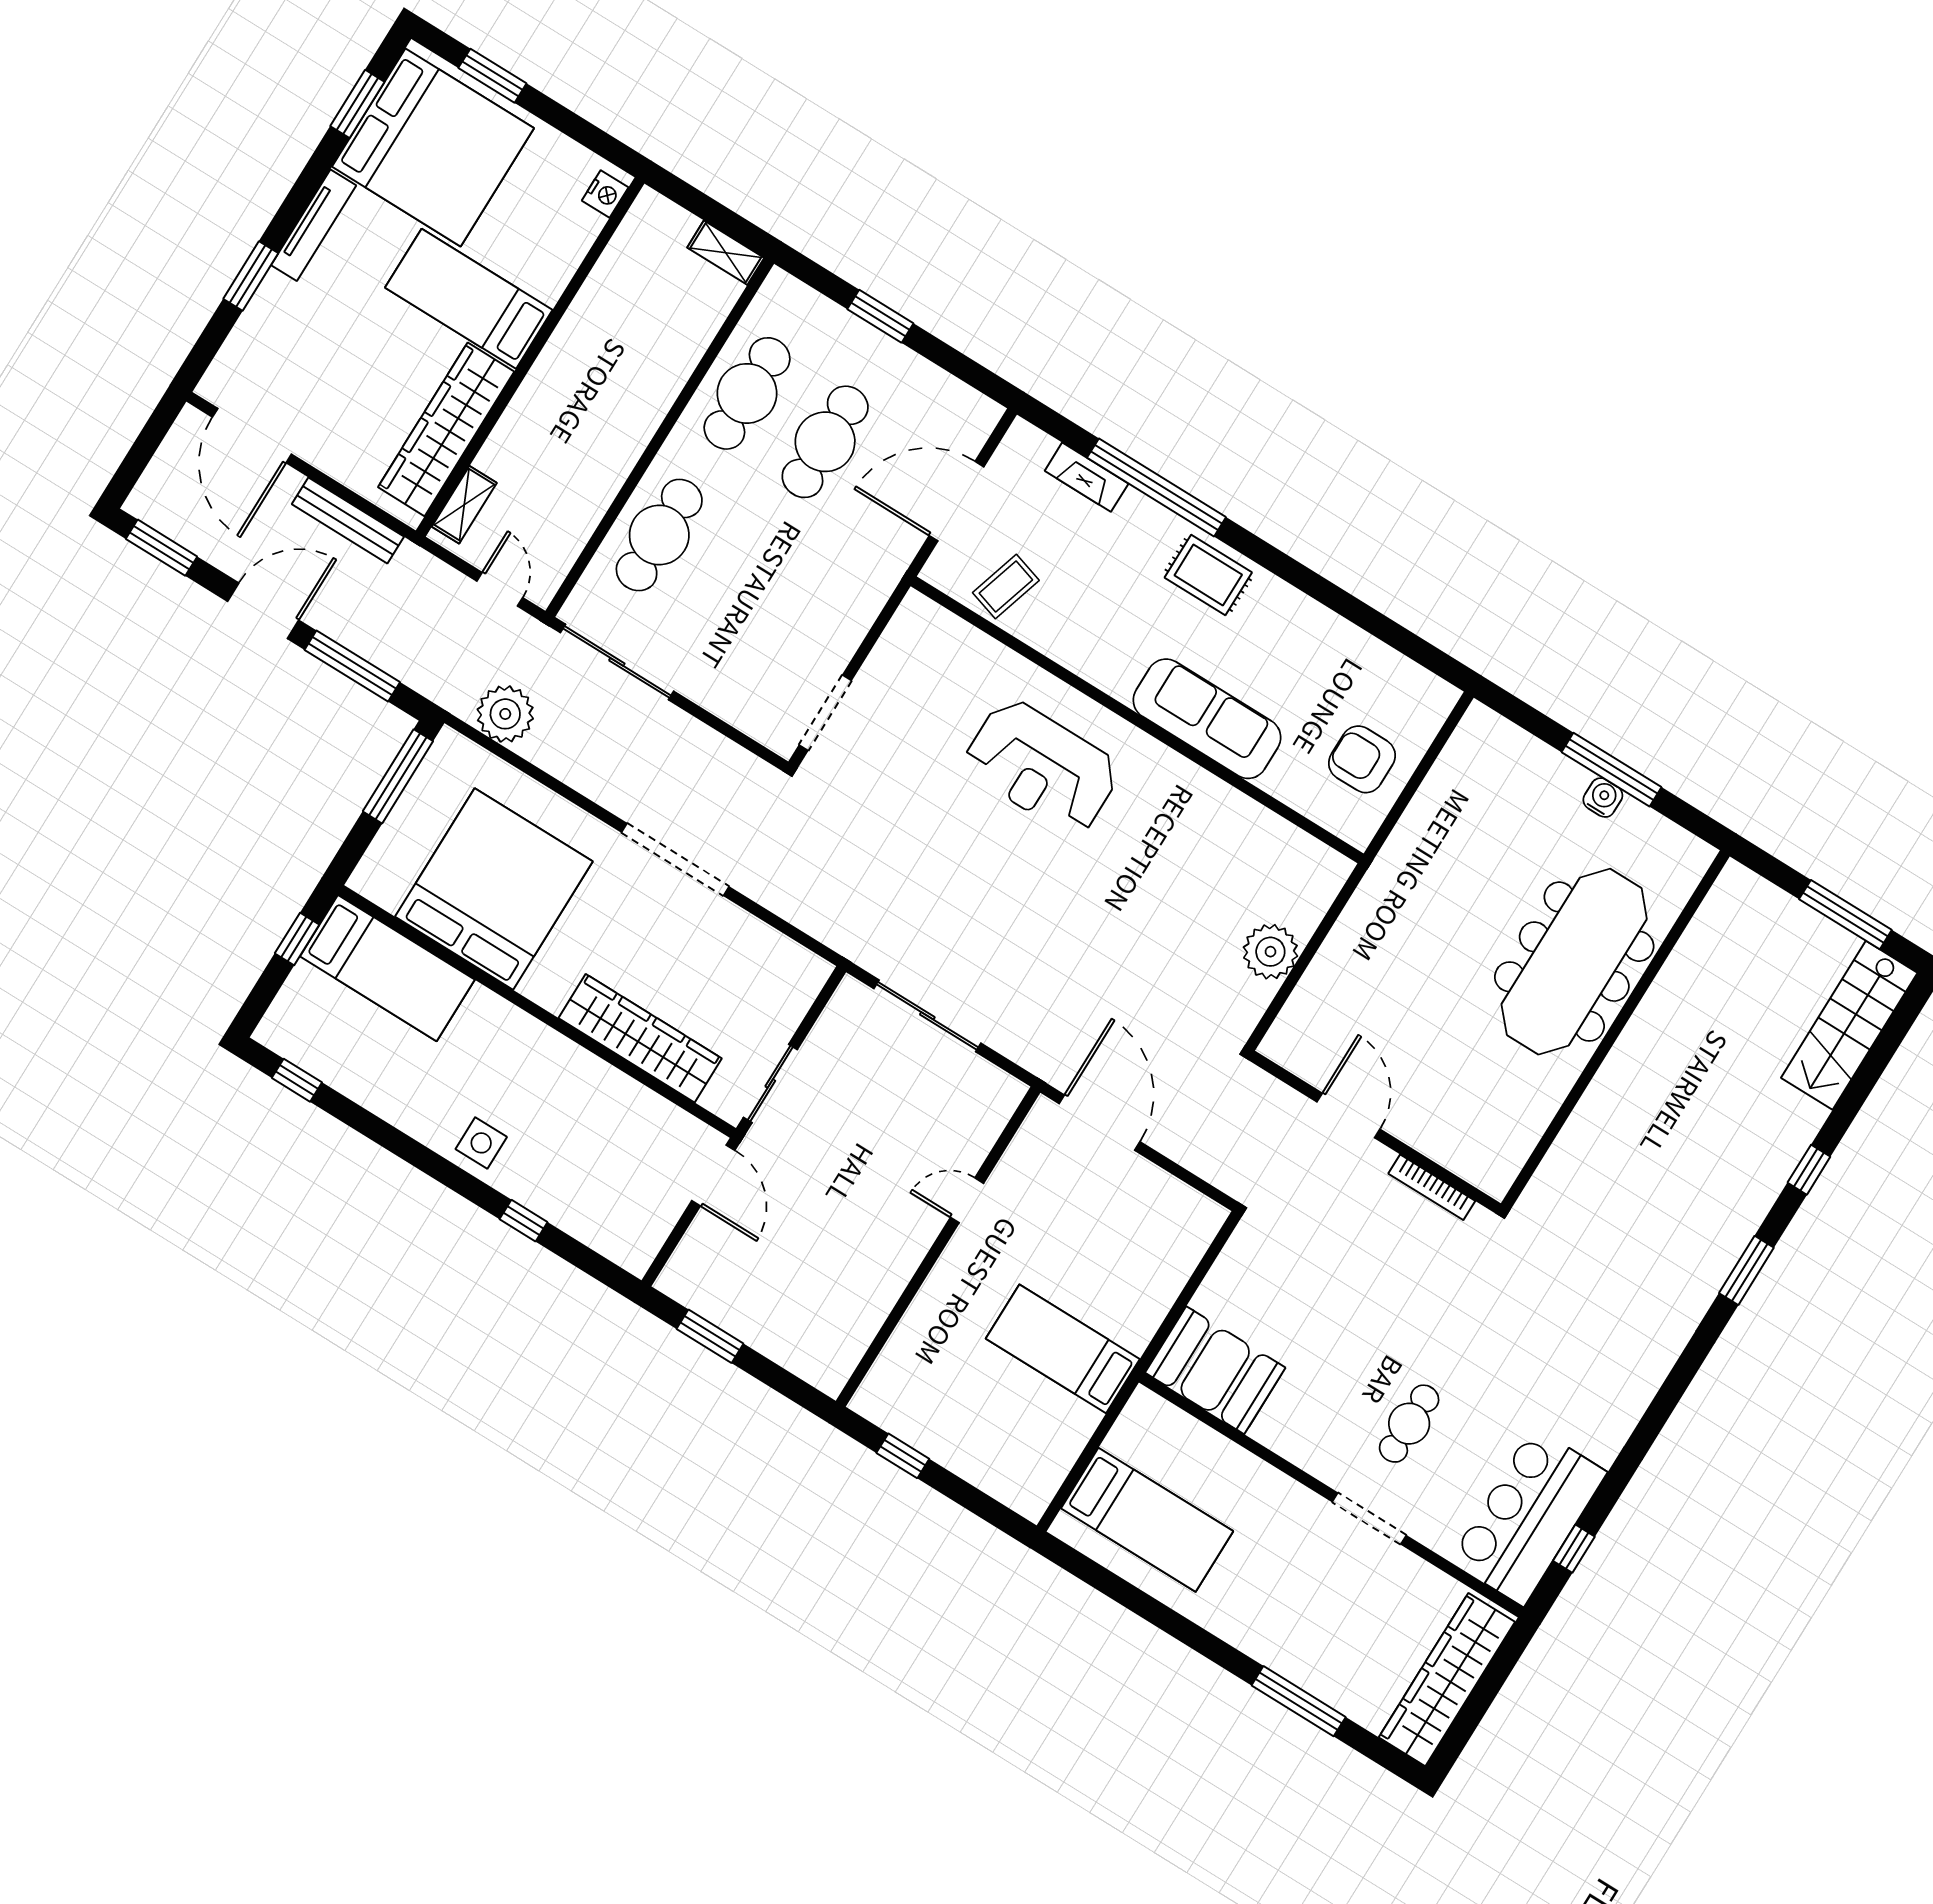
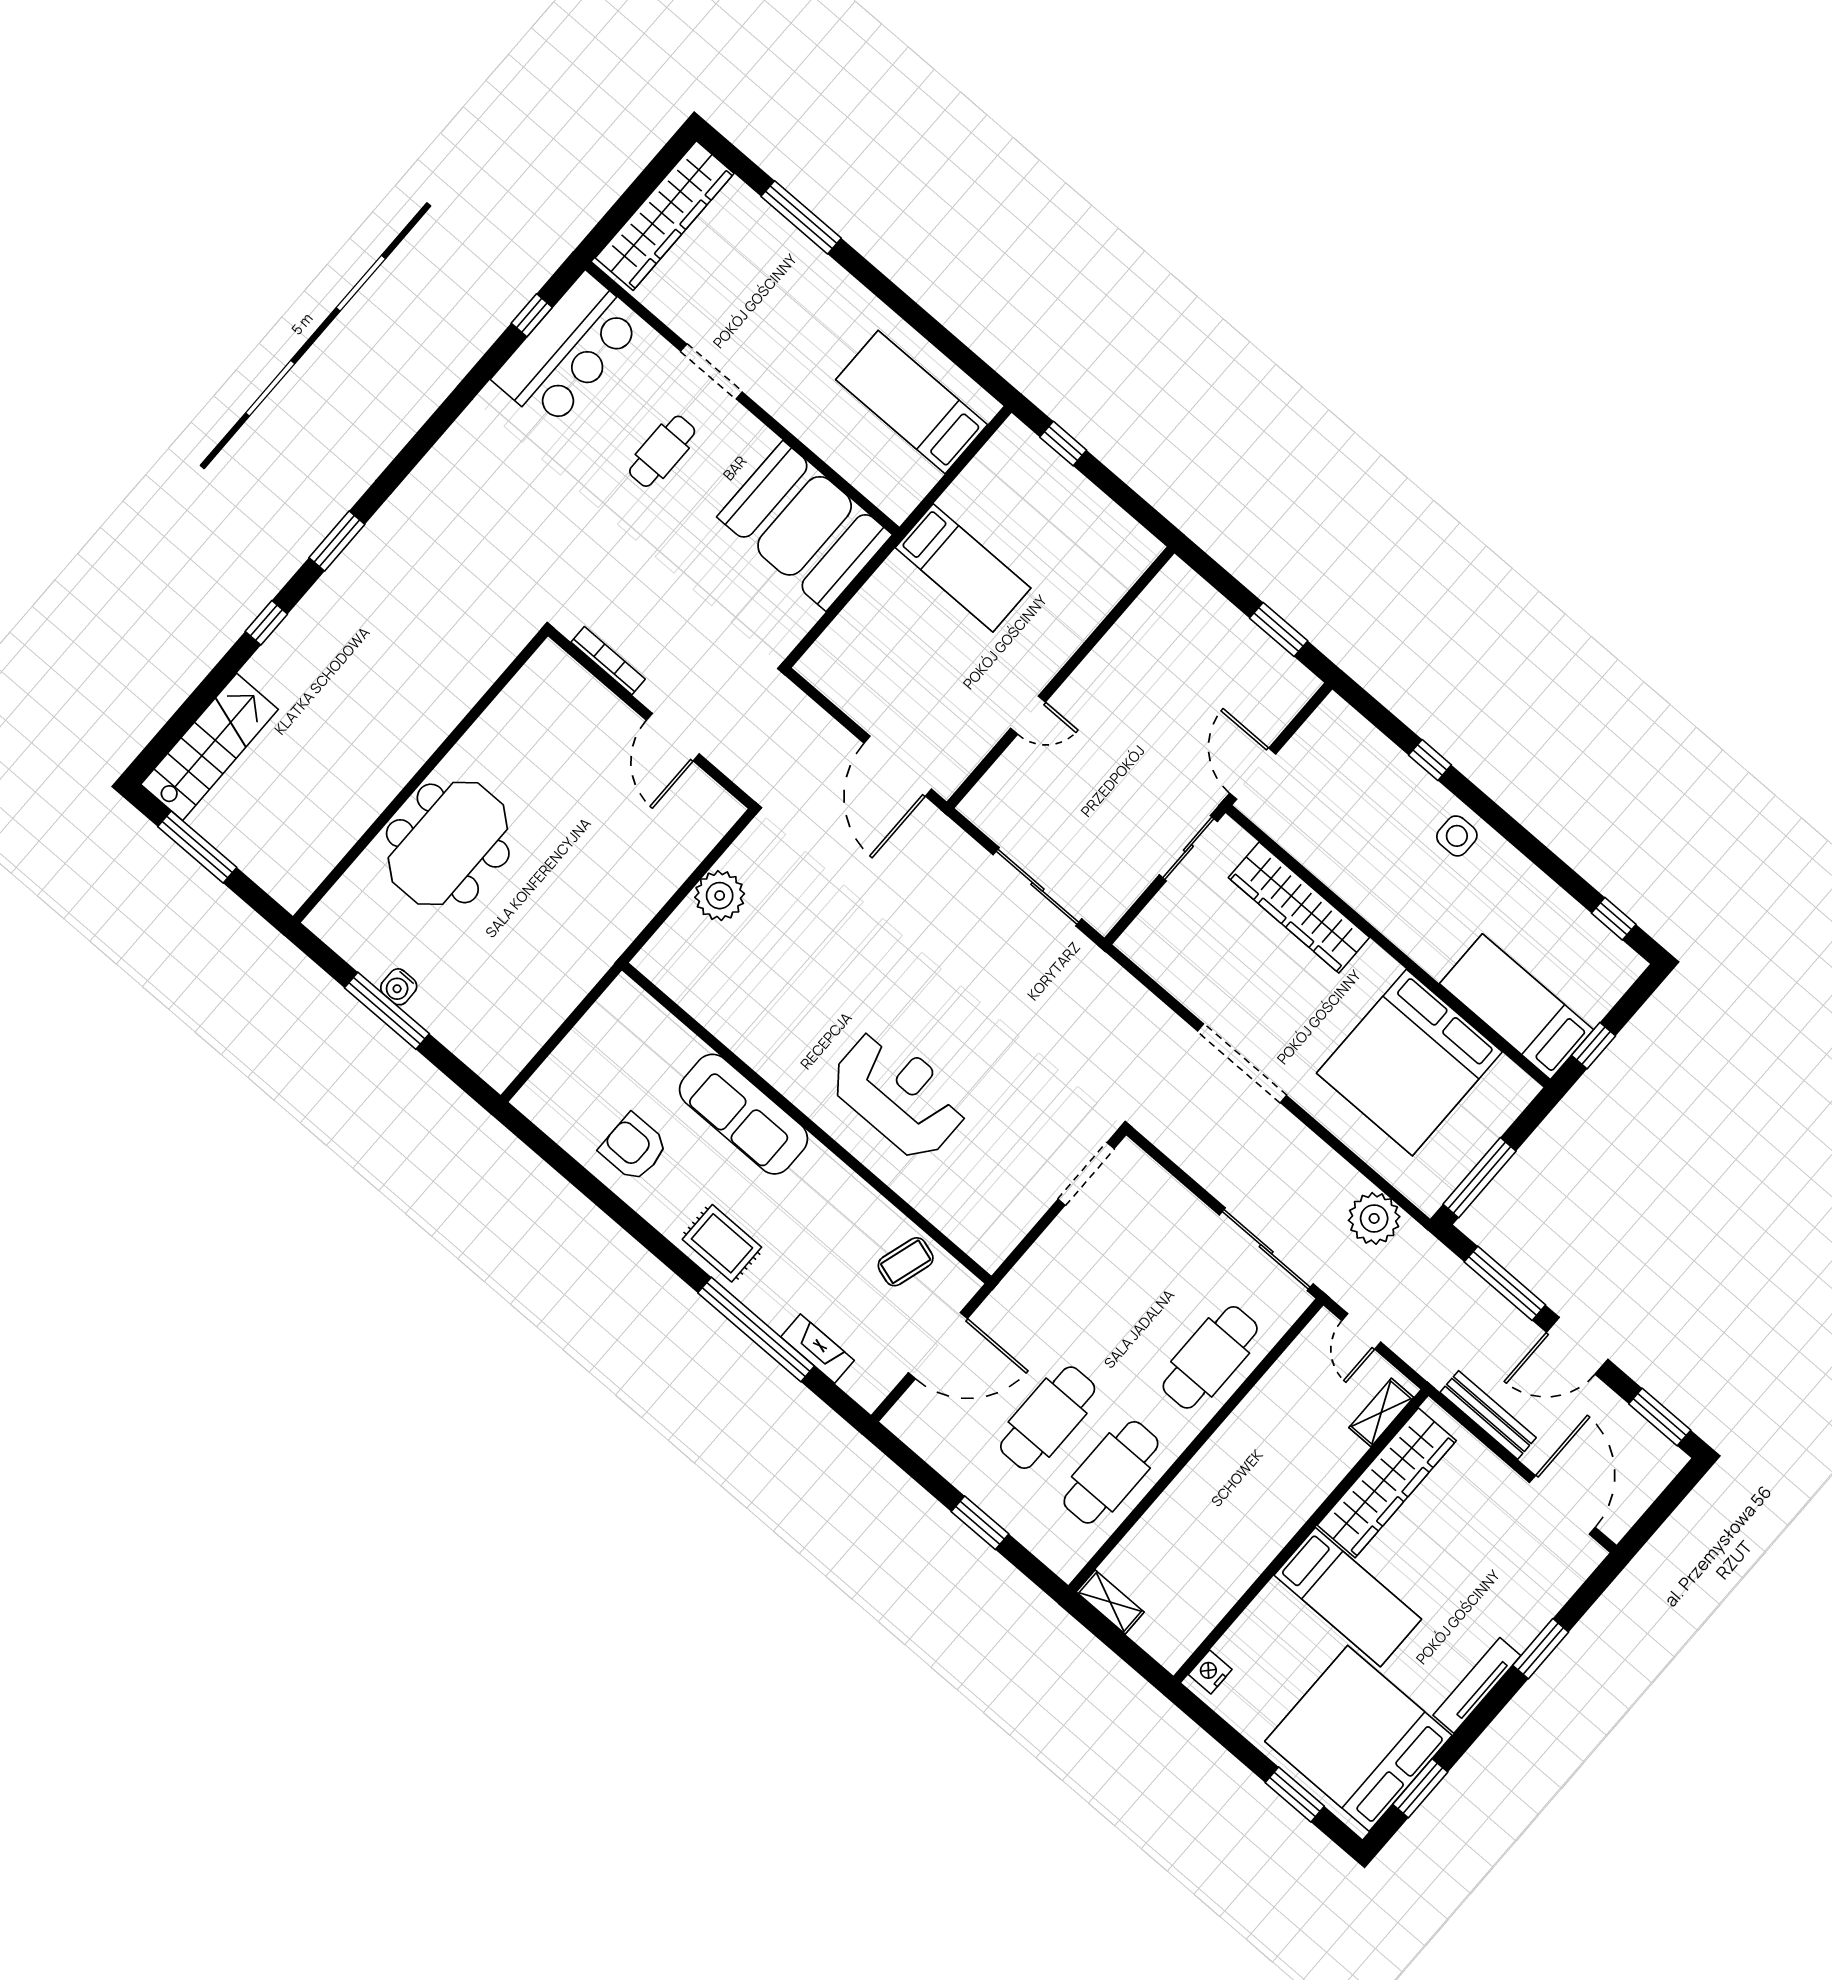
armchair: (1362, 759) -> (634, 1148), moved, turned 180
meeting table: (1574, 962) -> (448, 843), width x0.73
booth: (1215, 1370) -> (805, 526), width x1.36, depth x1.42
window: (903, 1456) -> (1063, 444), moved

